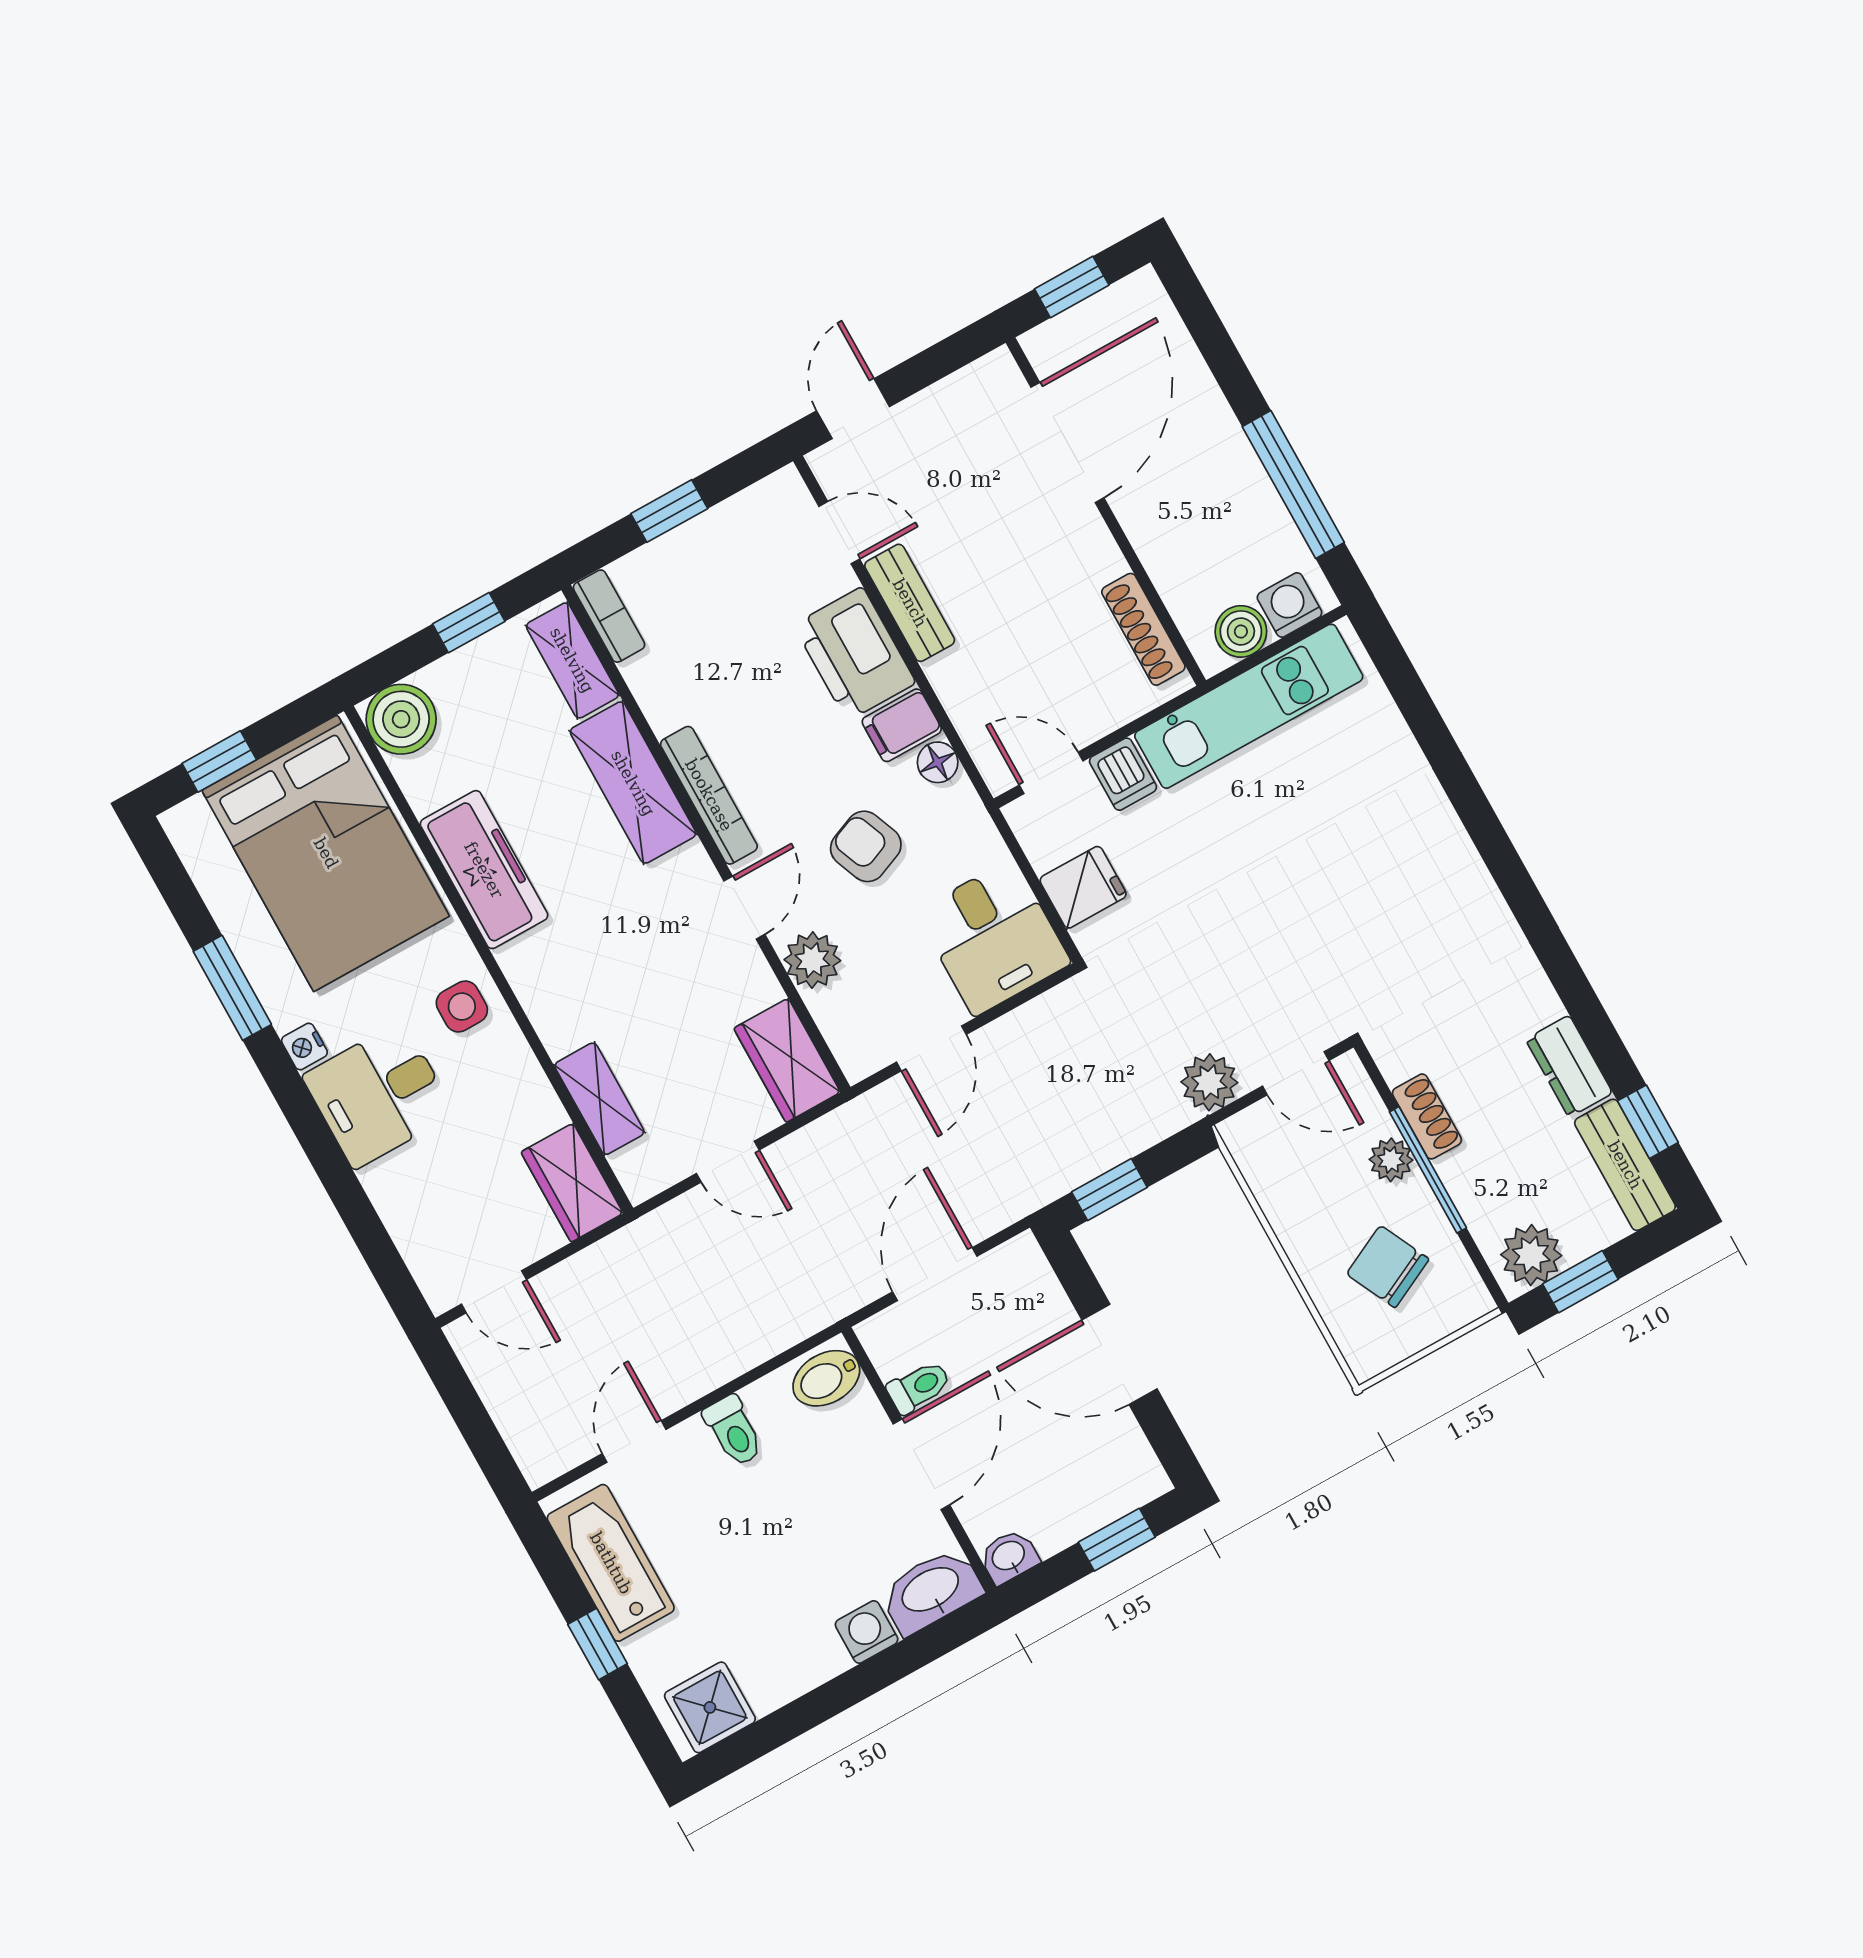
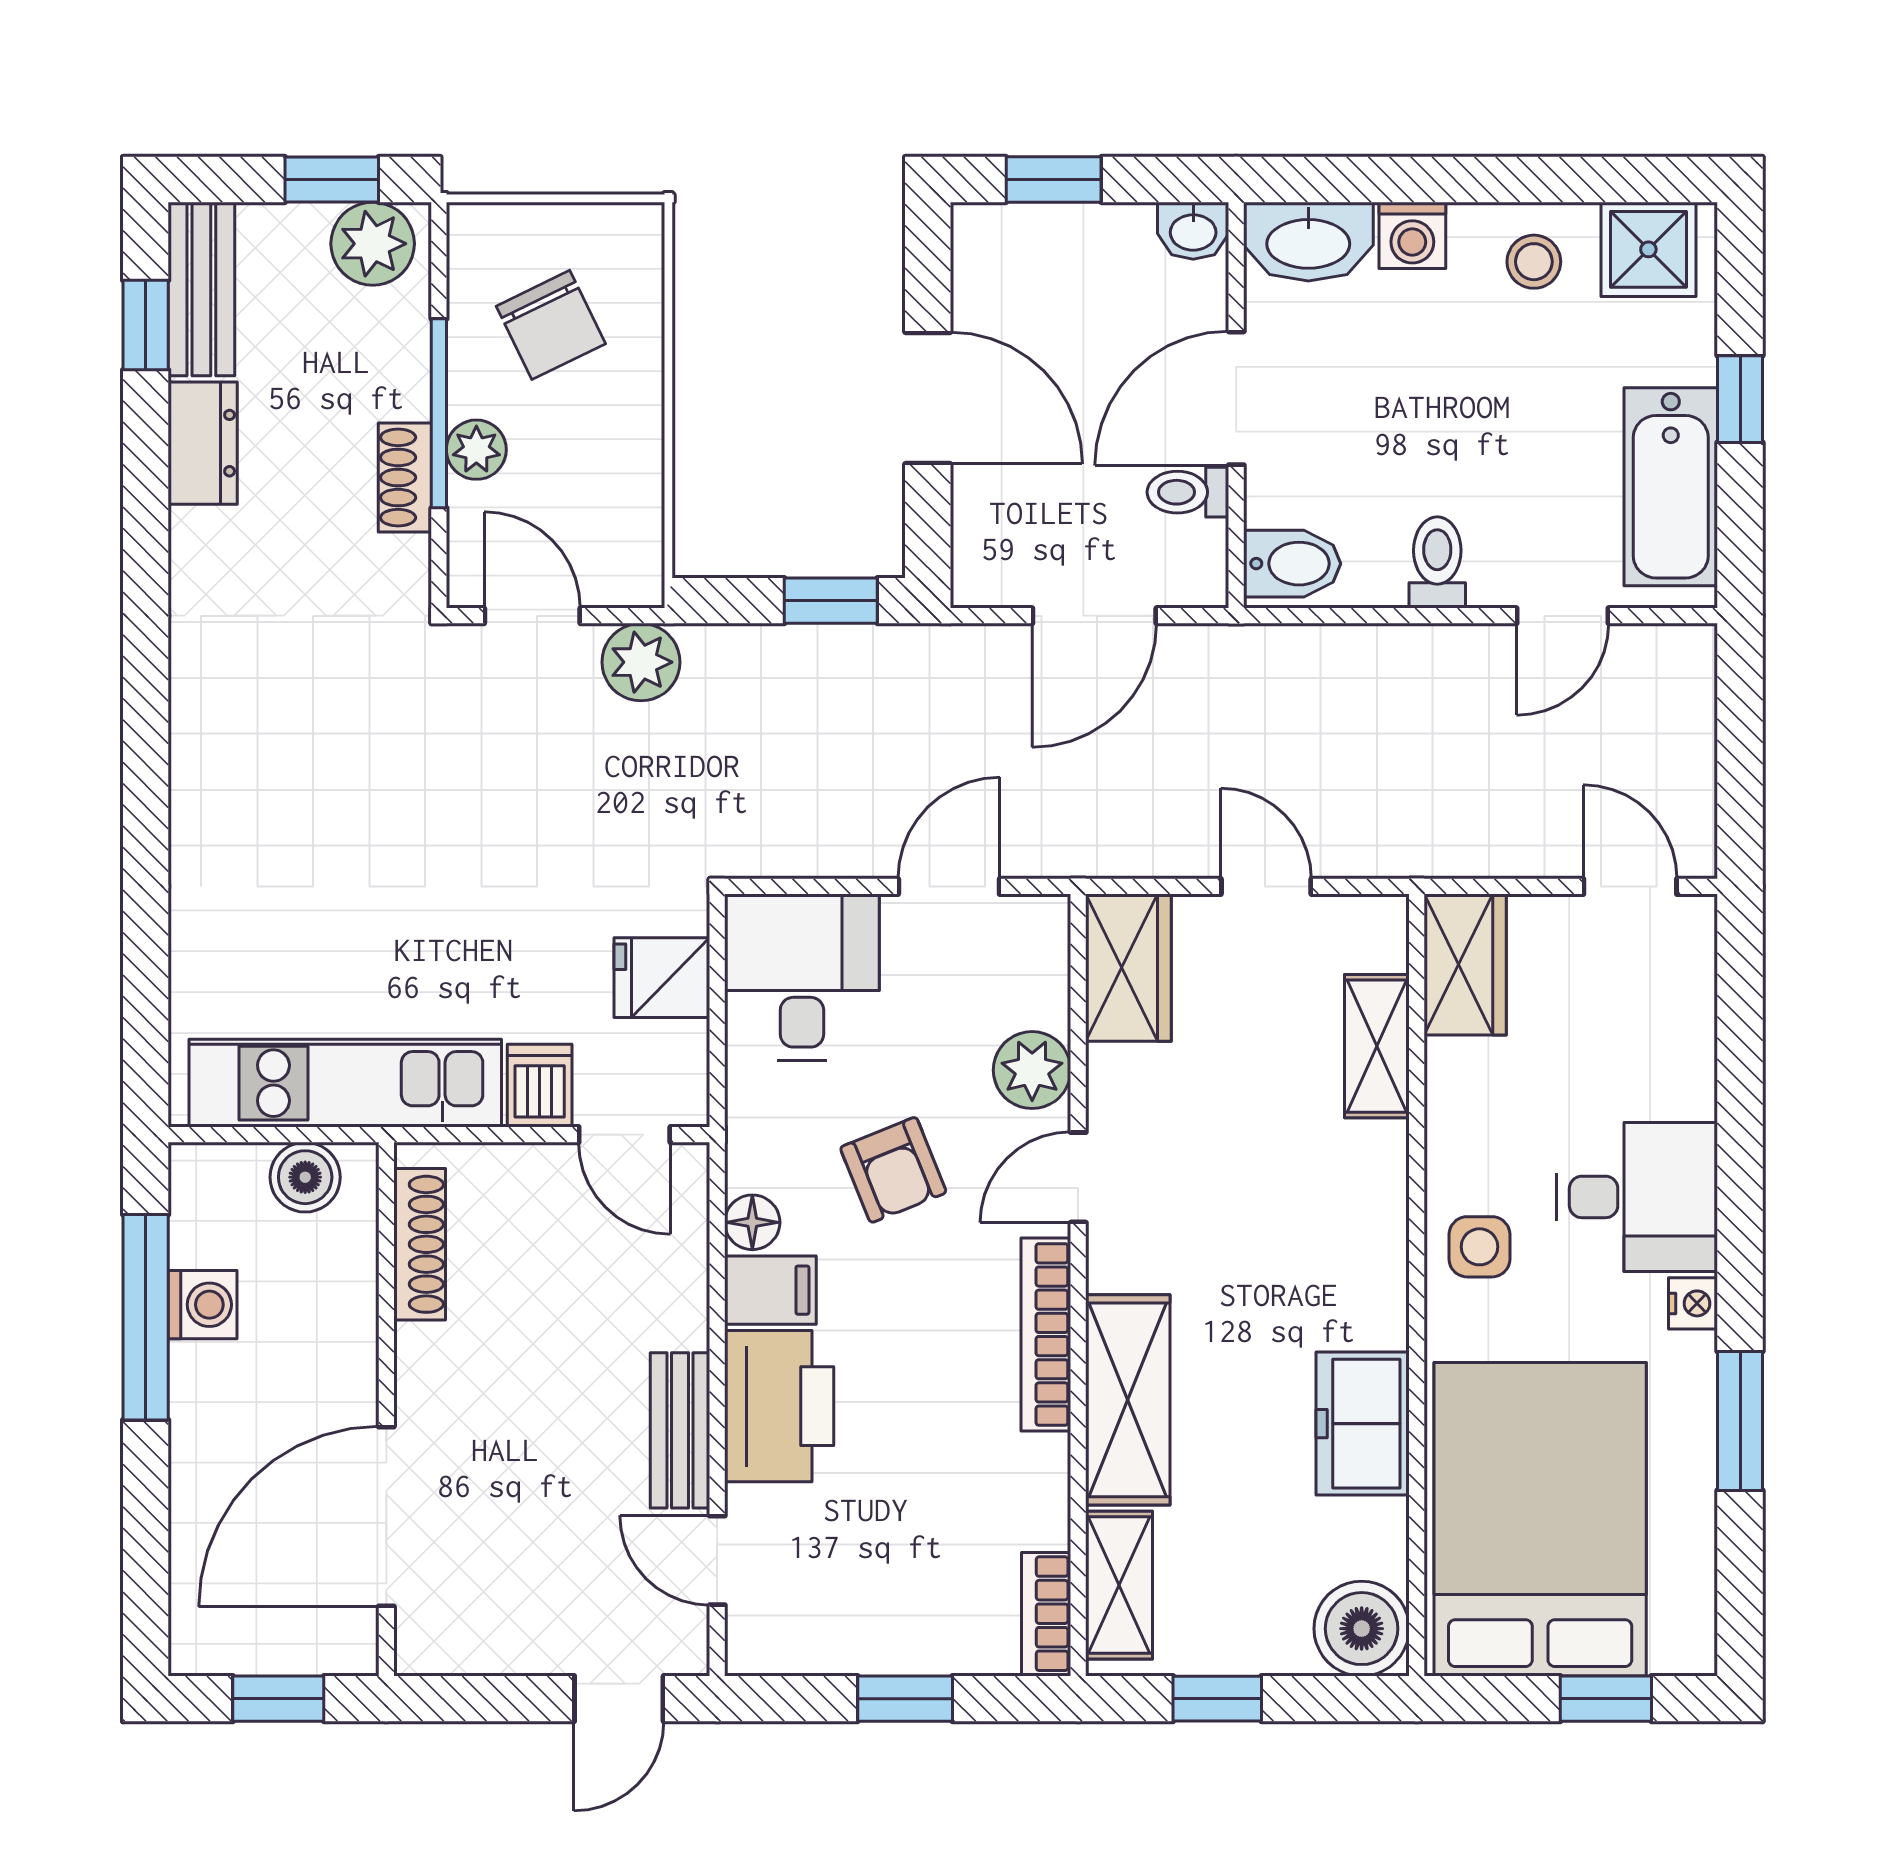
washing machine: (1290, 605) -> (202, 1305), moved, turned -90
freezer: (484, 870) -> (1363, 1424), width x0.71
stool: (779, 1659) -> (1534, 262), added

